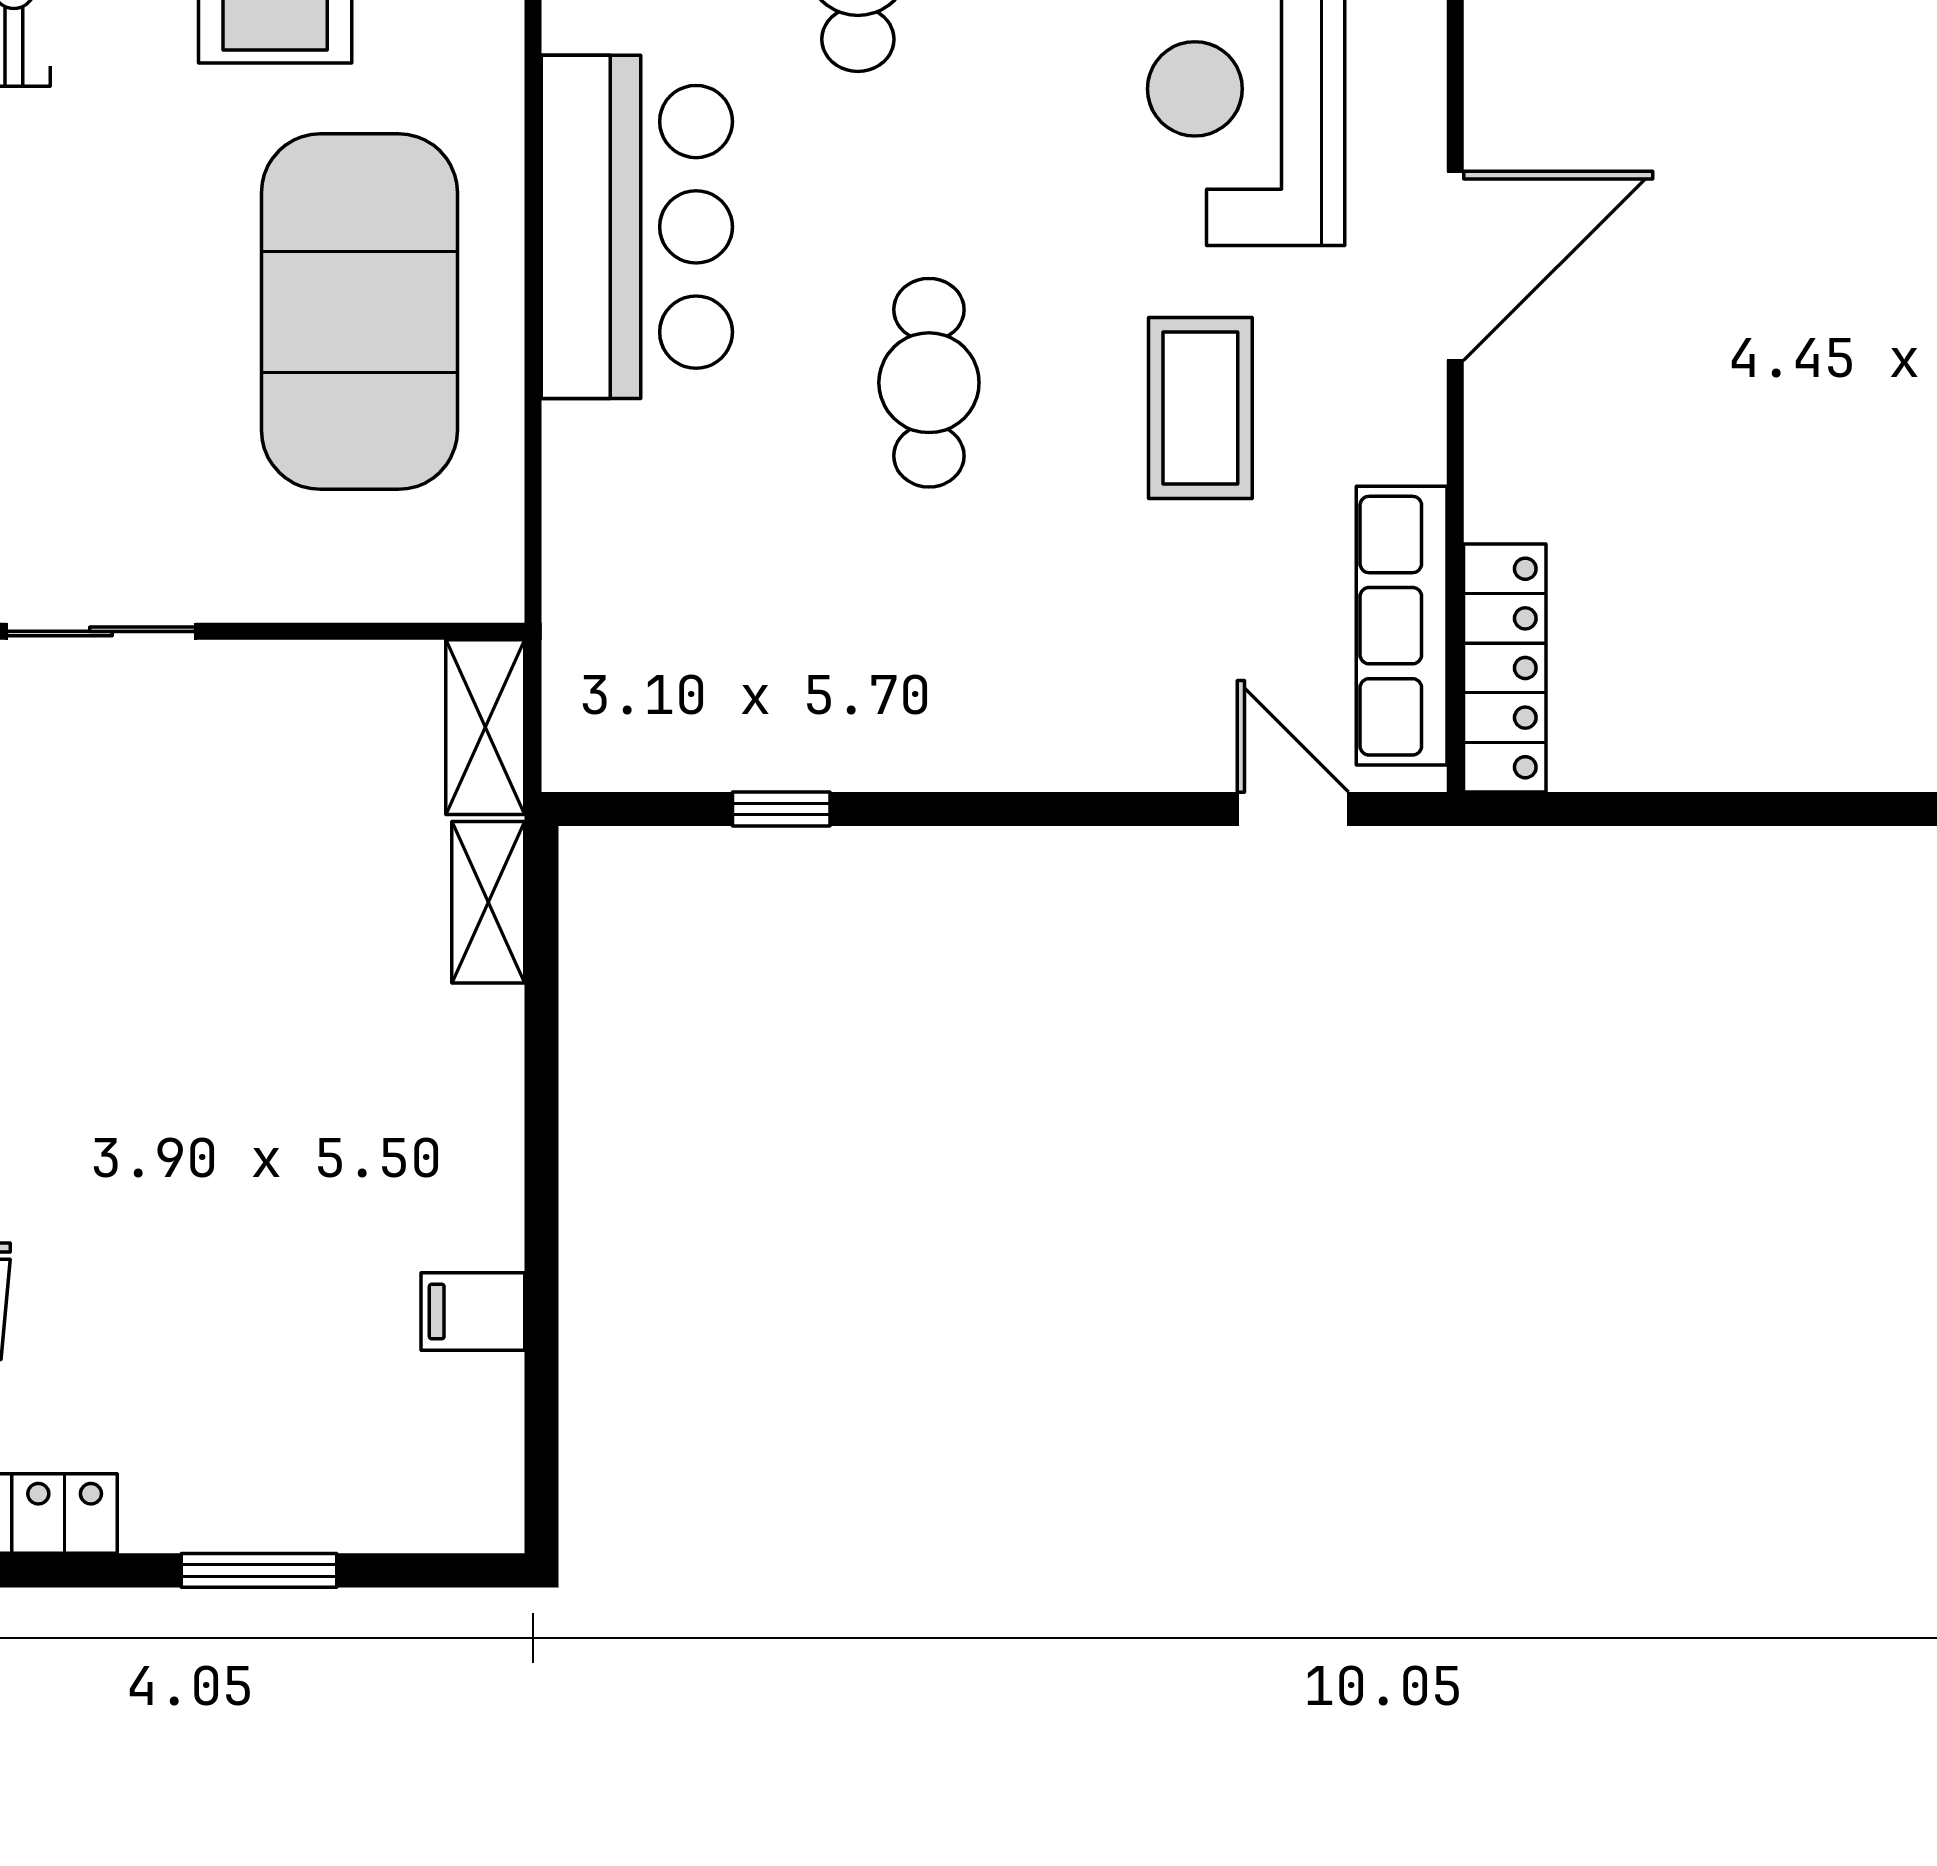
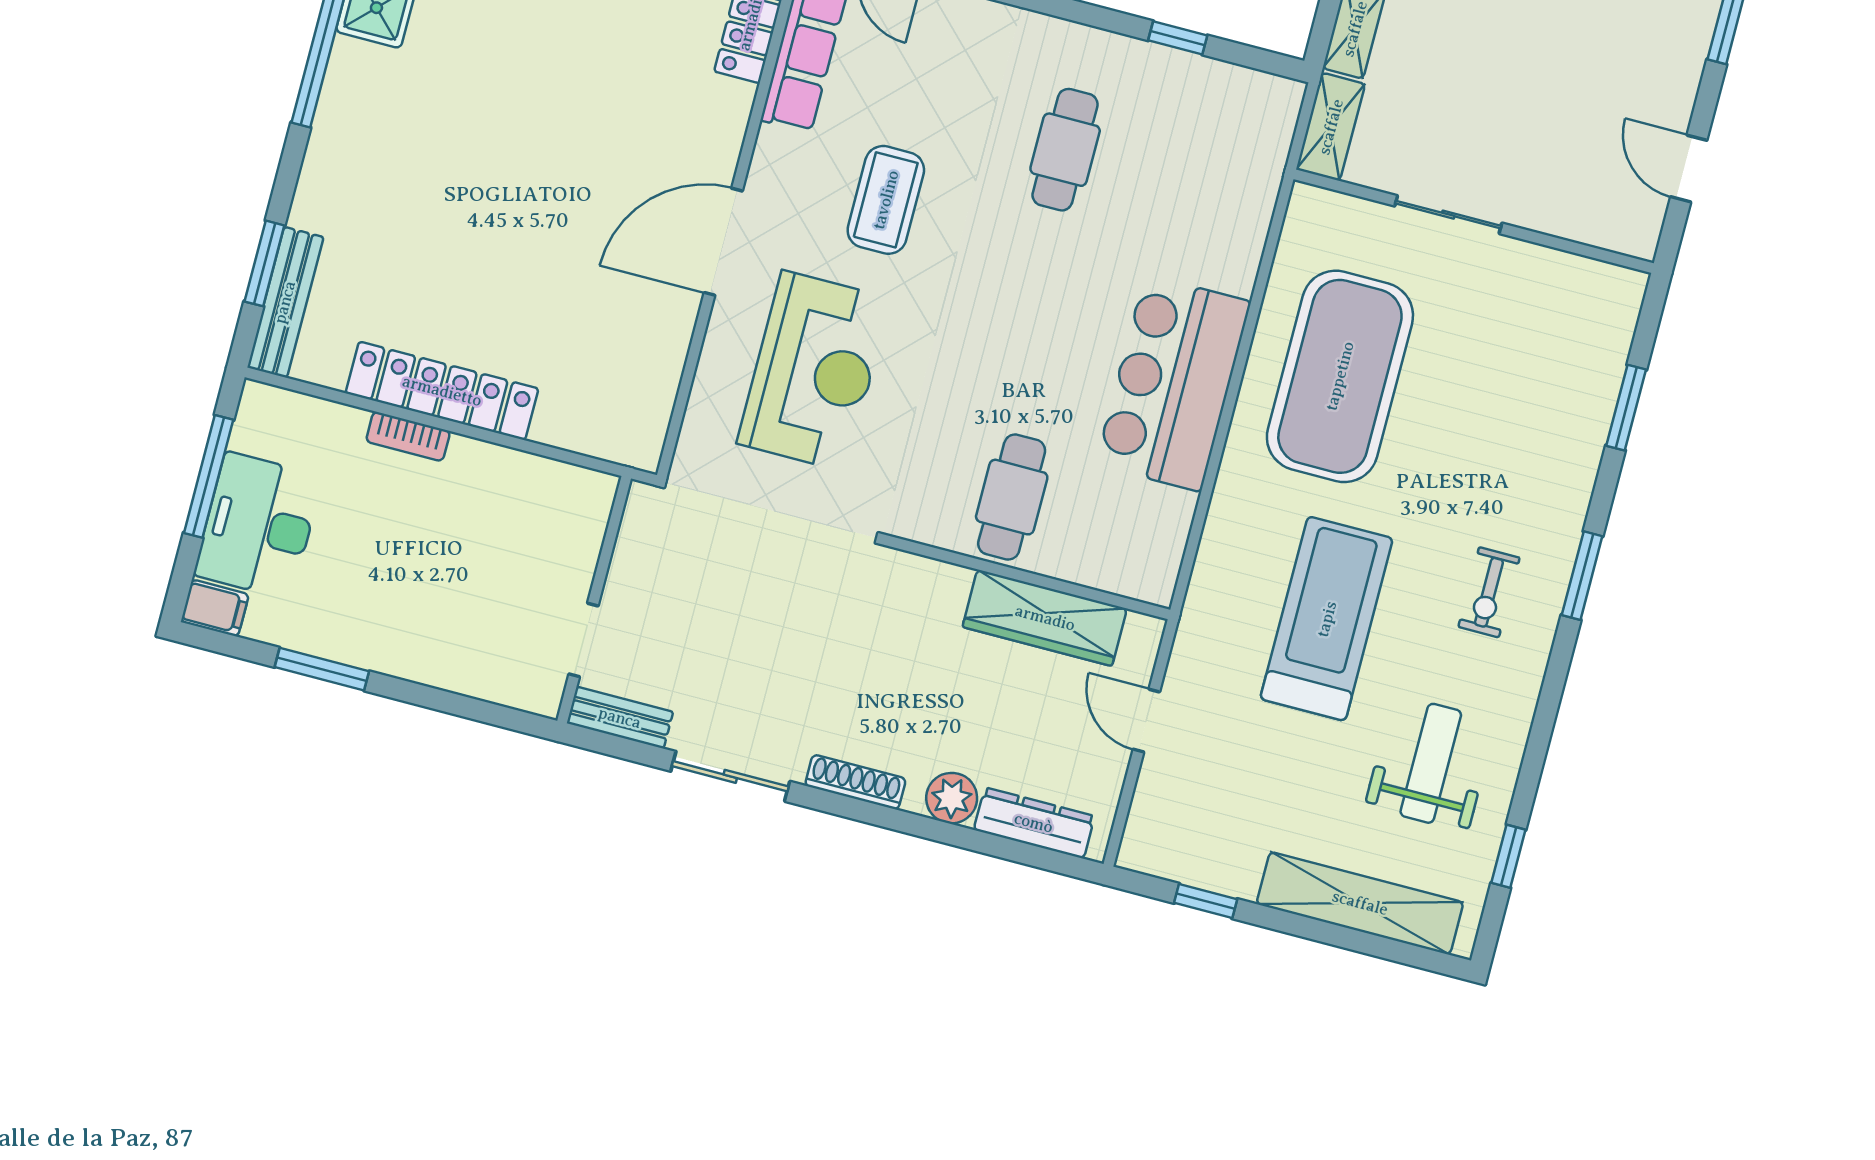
cafe table: (929, 383) -> (1065, 150), moved
sliding door: (101, 631) -> (1448, 215), moved

